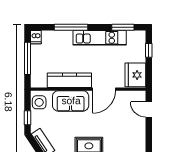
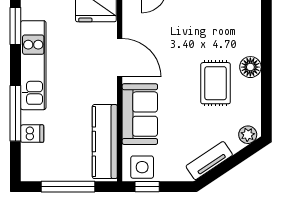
dishwasher: (36, 37) -> (32, 134), moved
kitchen counter: (69, 80) -> (105, 142), moved
window: (28, 118) -> (147, 187), moved

